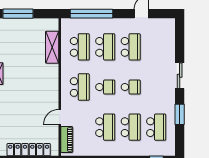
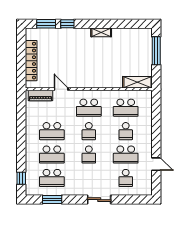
window: (91, 14) -> (156, 118), removed
shelving: (52, 47) -> (137, 82), moved
school desk: (105, 47) -> (126, 131), width x0.54
school desk: (156, 47) -> (126, 178), added
window: (180, 114) -> (52, 200), moved

